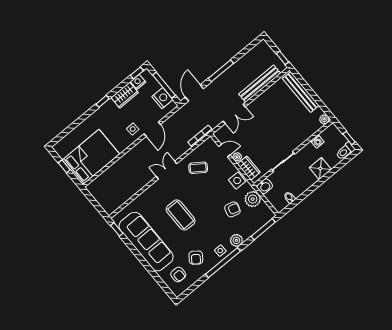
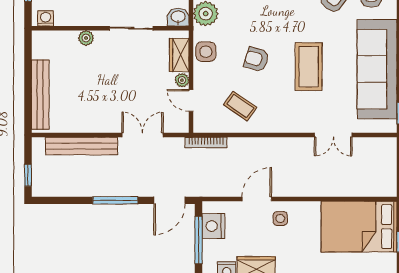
window: (282, 58) -> (28, 175), moved
plant: (324, 119) -> (86, 38), moved
washing machine: (317, 141) -> (46, 18), moved
double door: (167, 170) -> (333, 135), moved
armchair: (232, 209) -> (256, 59), moved

